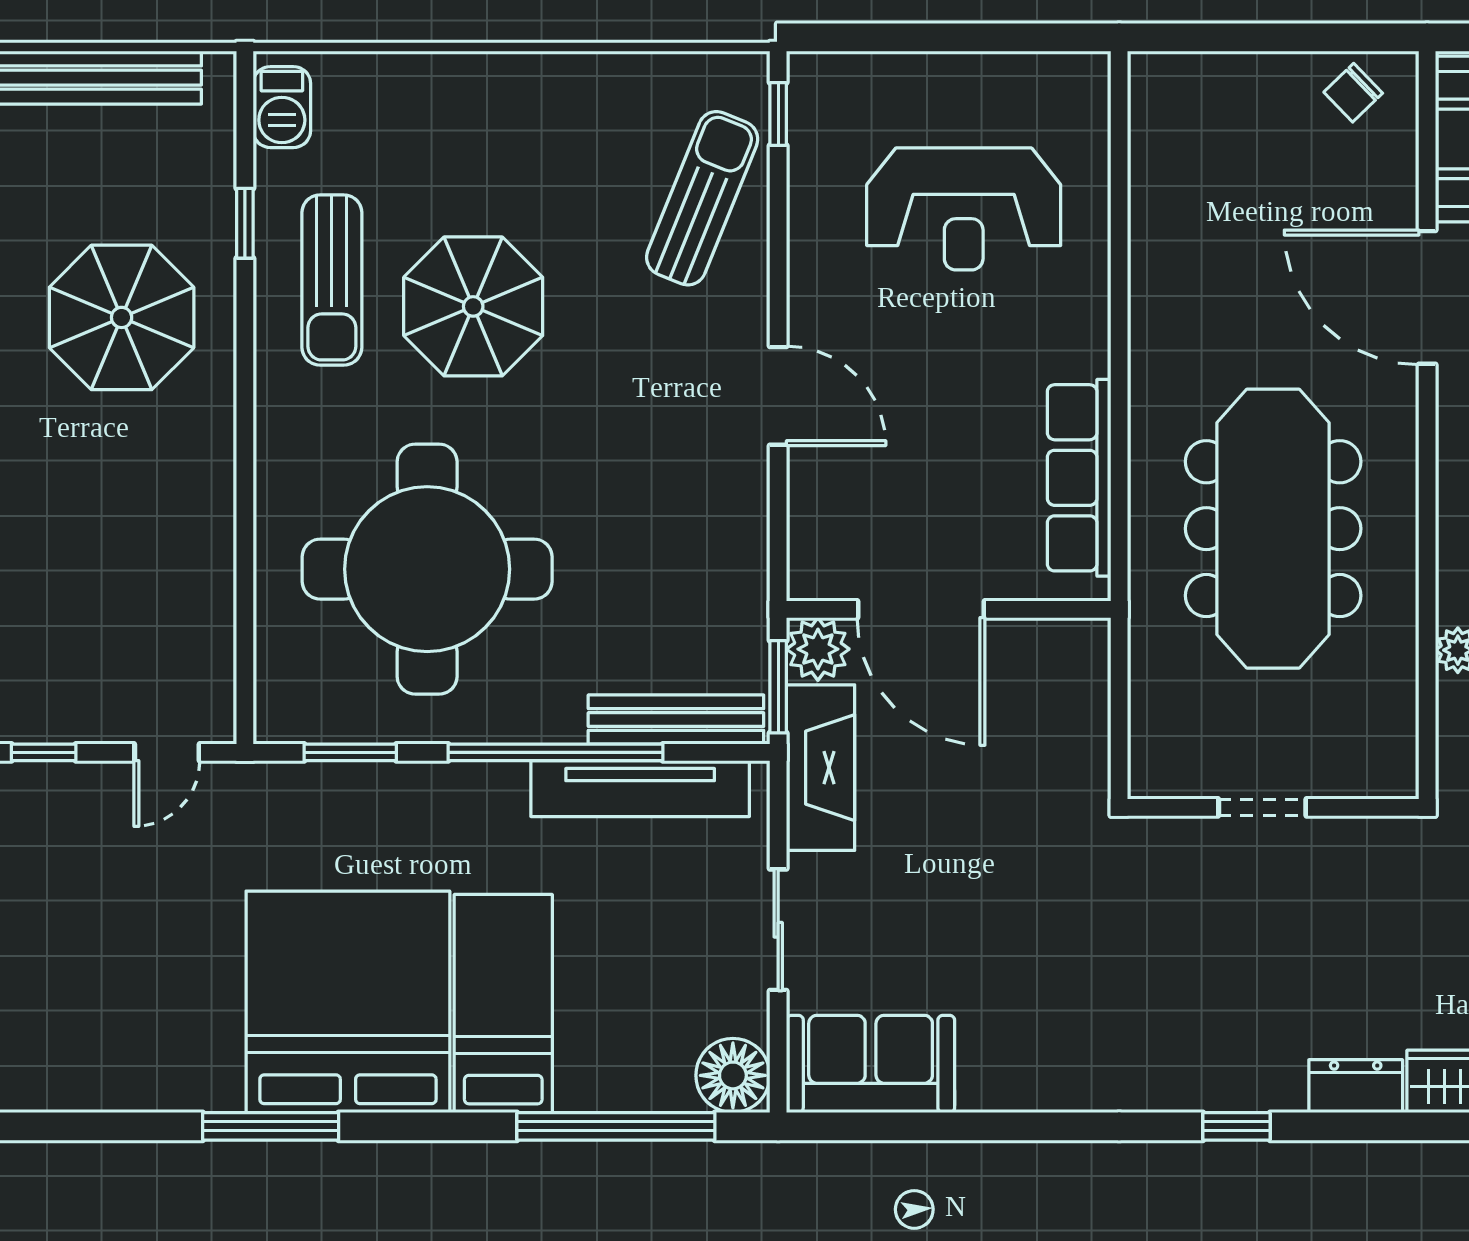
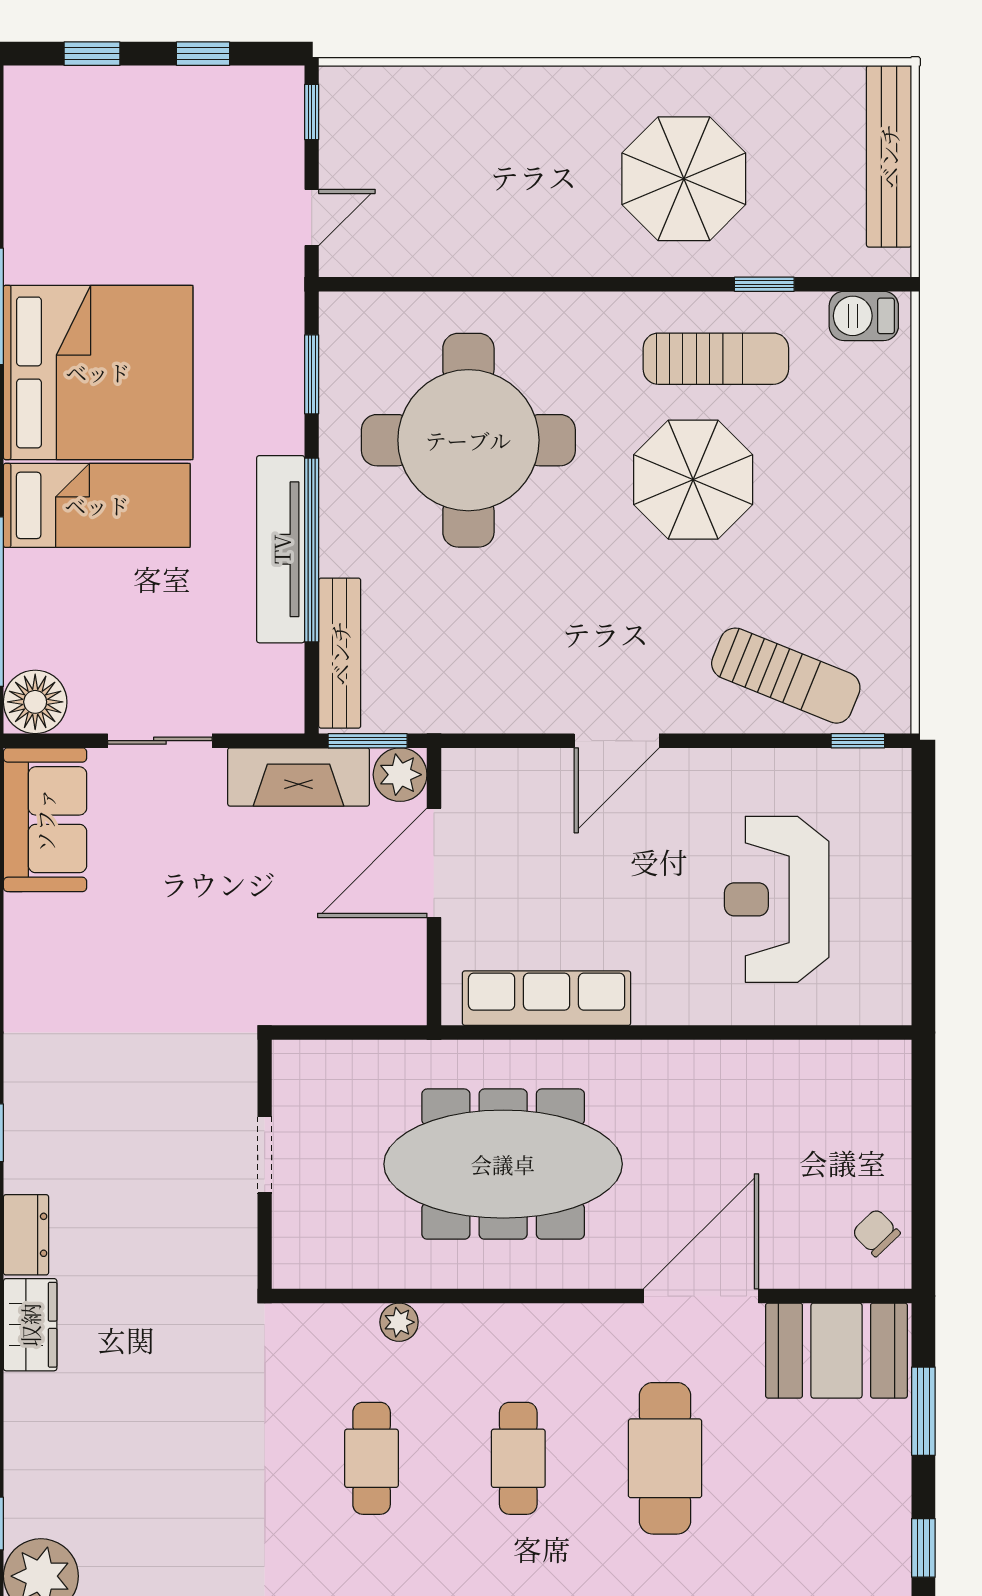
sun lounger: (332, 280) -> (716, 359), turned 180
door: (167, 752) -> (312, 217), swing flipped
tv unit: (640, 789) -> (281, 549), moved

